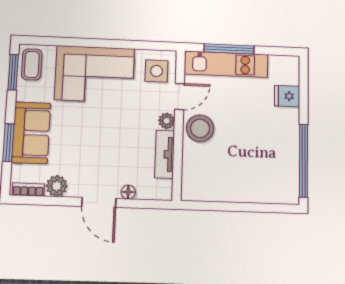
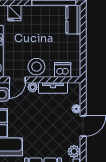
door: (179, 96) -> (17, 80), swing flipped
dishwasher: (194, 171) -> (63, 70), added
kitchen counter: (276, 192) -> (73, 20), added

